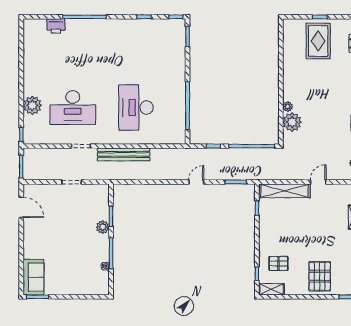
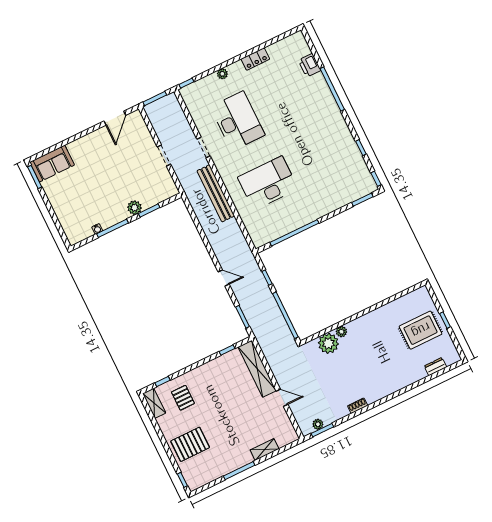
locker: (29, 68) -> (255, 59), added
plant: (32, 105) -> (222, 74), width x0.53, depth x0.53
desk: (73, 108) -> (238, 121), turned 180

